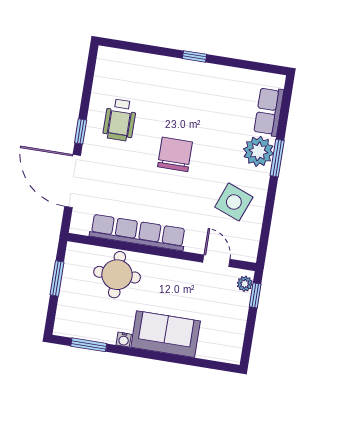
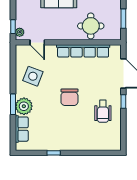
window: (195, 56) -> (54, 153), moved
wheelchair: (120, 120) -> (103, 111), turned 180

